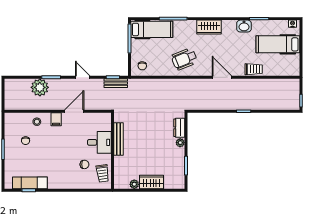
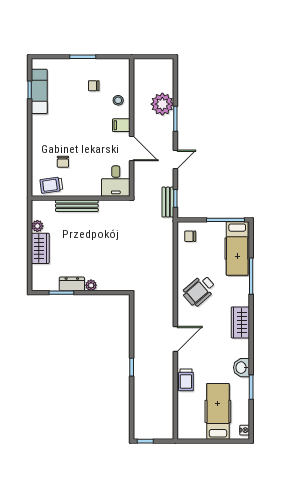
wheelchair: (184, 59) -> (199, 291), turned -109
dresser: (179, 128) -> (72, 284), moved
bench: (119, 139) -> (77, 206), moved
desk: (99, 142) -> (116, 181), moved

